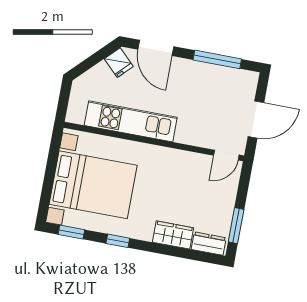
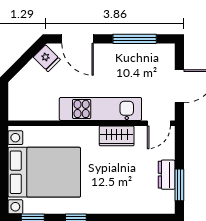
kitchen unit: (131, 121) -> (100, 109), moved
wardrobe: (173, 235) -> (117, 136), moved, turned 180
dresser: (209, 244) -> (167, 175), moved, turned -90

